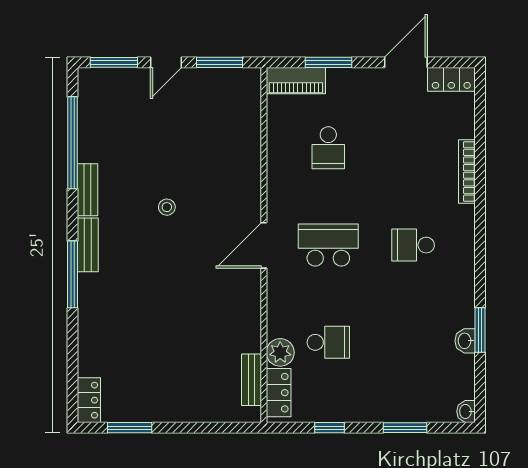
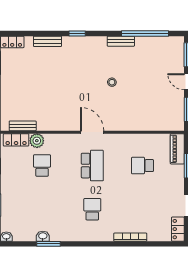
bench: (88, 245) -> (47, 41), moved
window: (73, 274) -> (77, 33), width x0.46
school desk: (328, 342) -> (42, 166), turned 180

